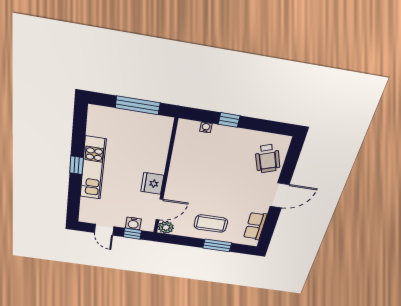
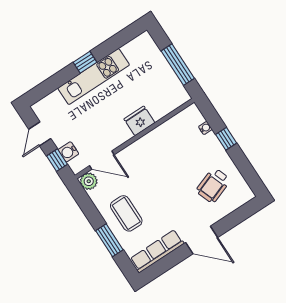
wheelchair: (268, 159) -> (213, 185), moved
fridge: (152, 183) -> (139, 121), moved
row of seats: (255, 226) -> (157, 251), width x1.48

